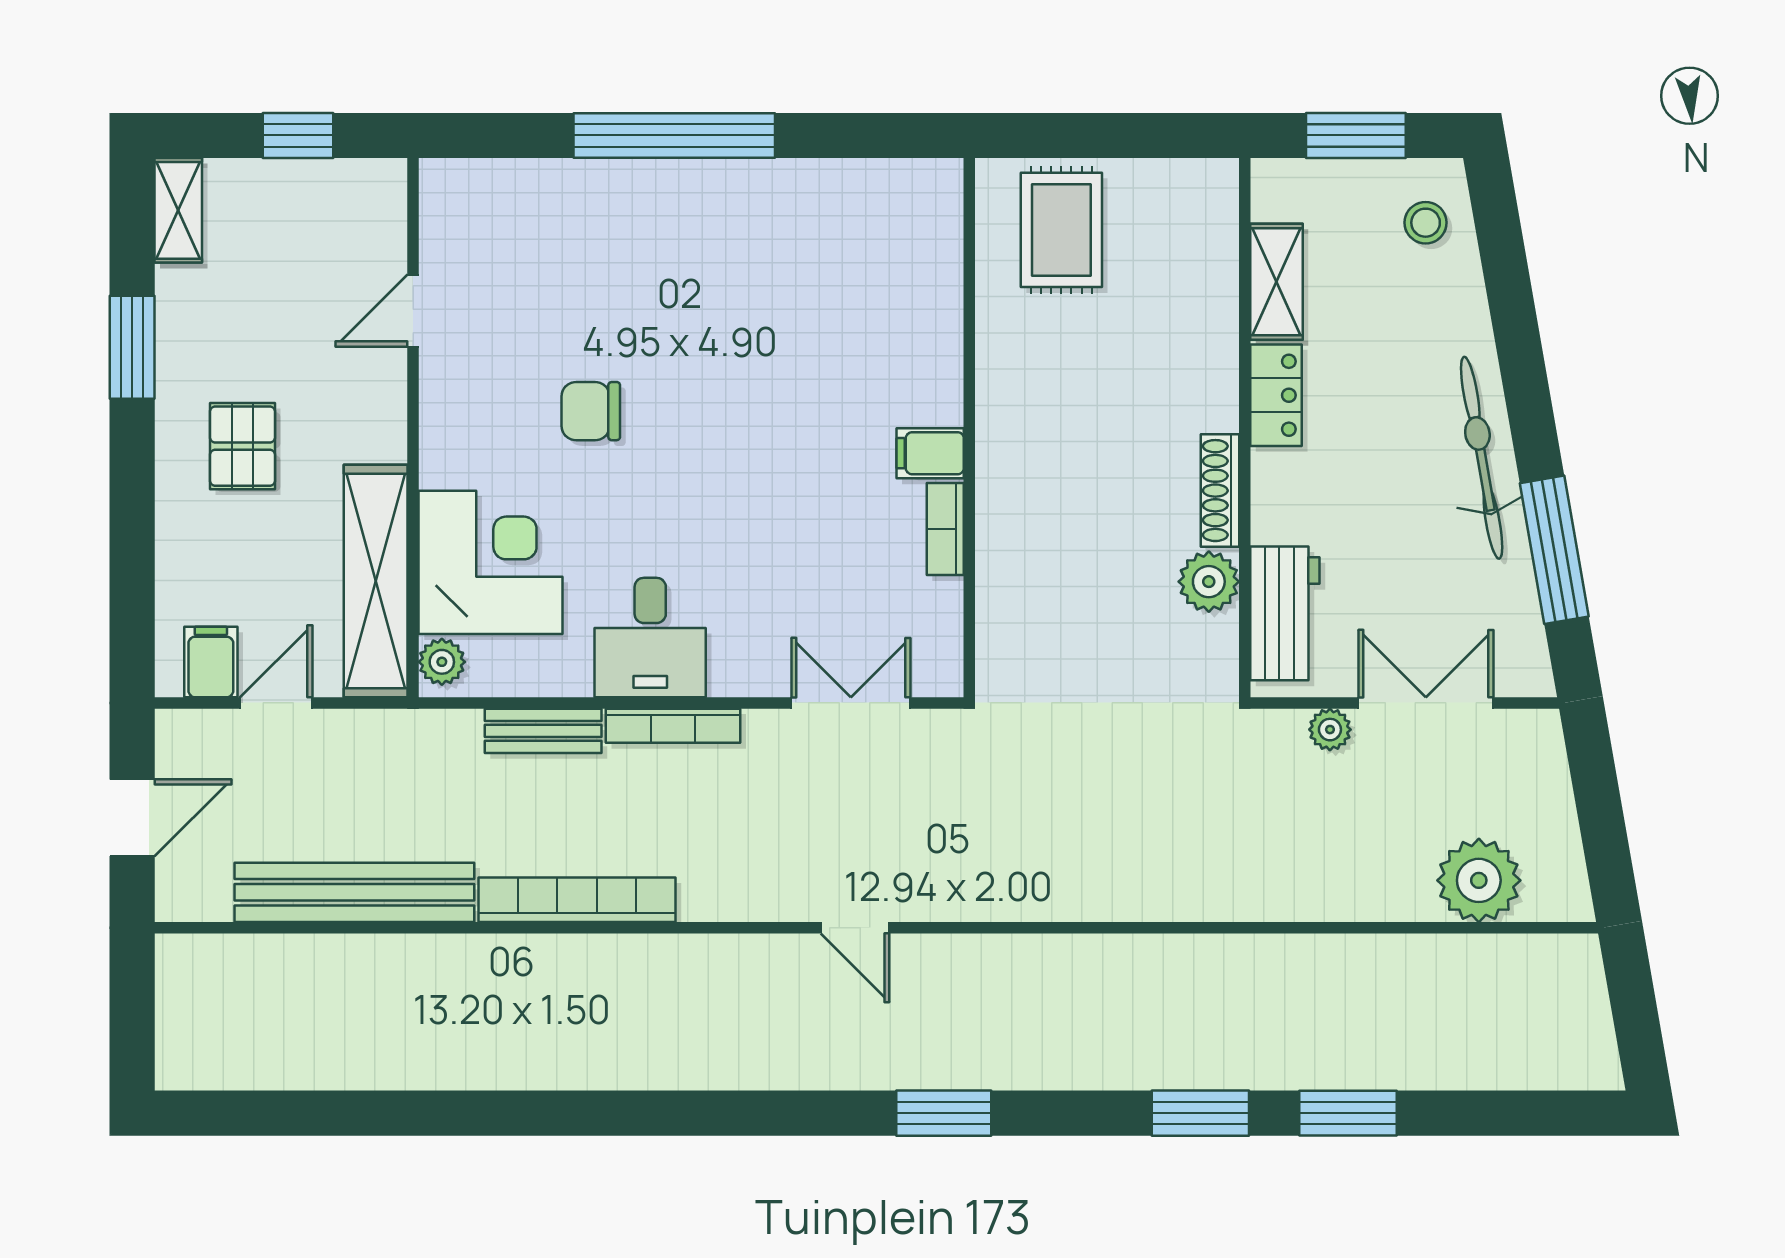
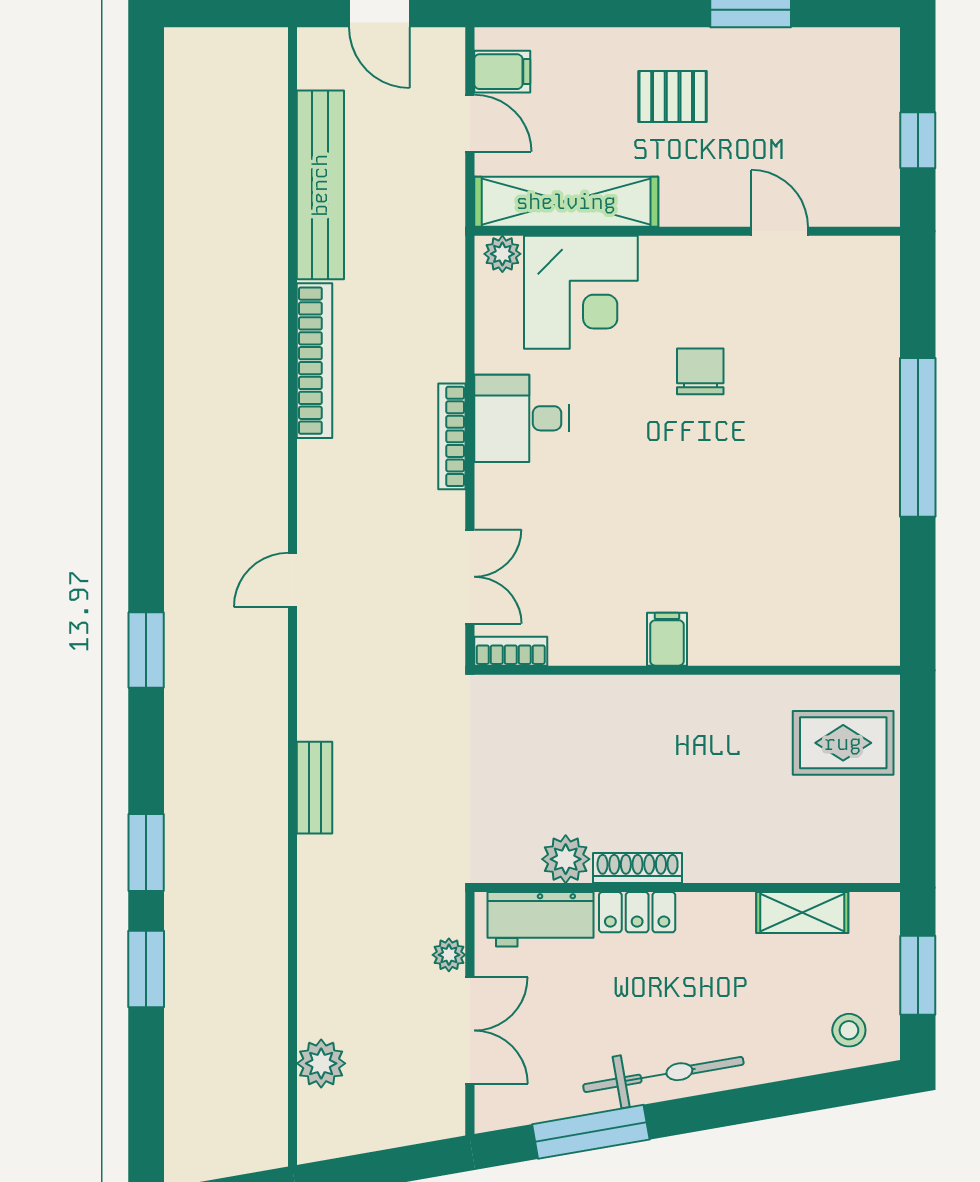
shelving: (178, 210) -> (859, 46), removed
locker: (1276, 395) -> (637, 912), moved
bookcase: (945, 529) -> (511, 651), moved
bench: (543, 731) -> (315, 788), moved
plant: (1479, 880) -> (321, 1063), width x0.73, depth x0.73

